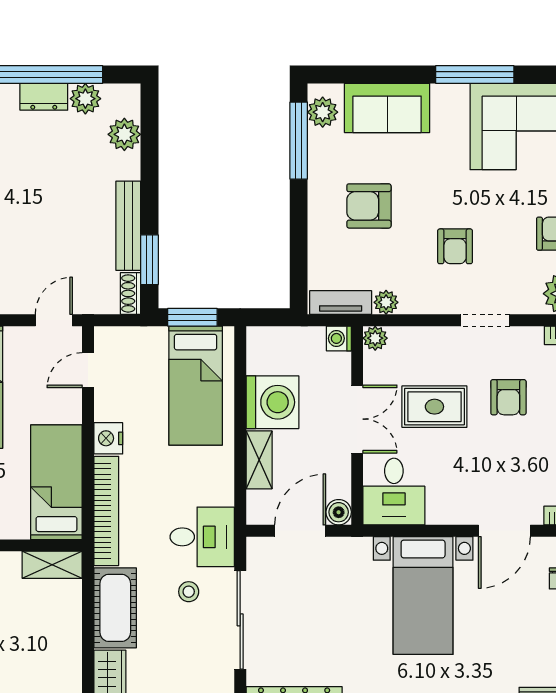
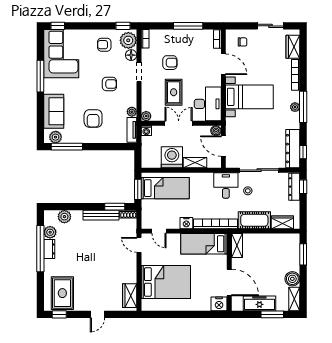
floor lamp: (527, 301) -> (131, 55), added
desk: (394, 492) -> (208, 104), width x1.37

